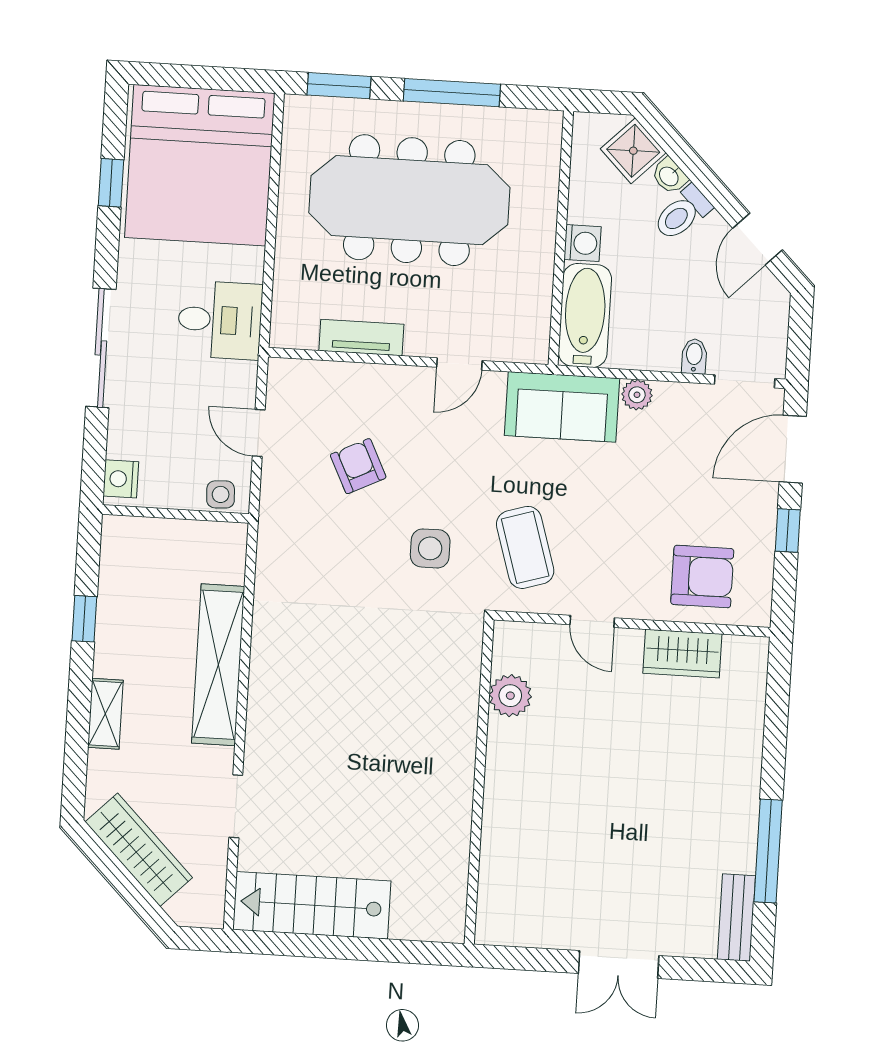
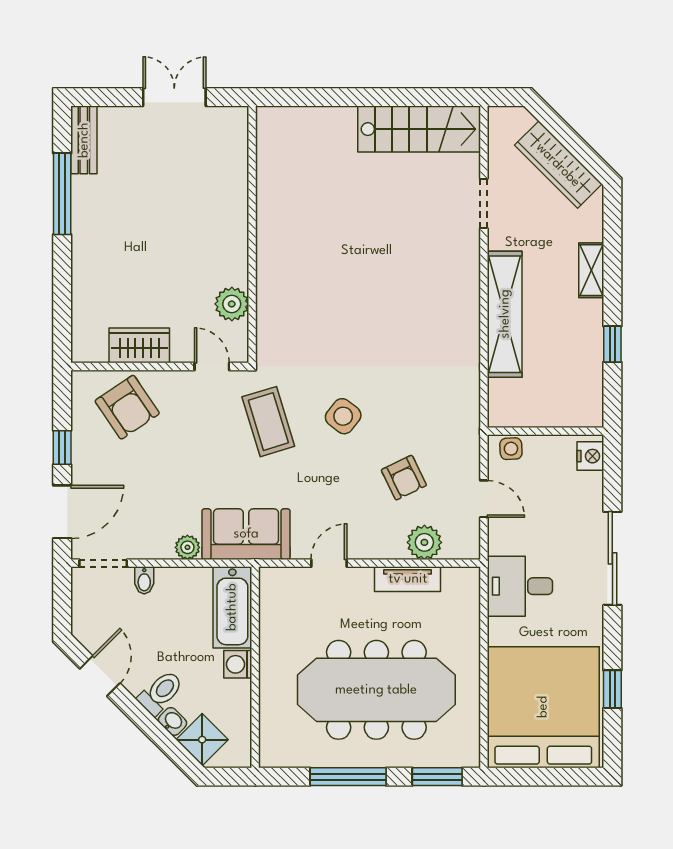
plant: (337, 383) -> (424, 542), added
side table: (430, 548) -> (343, 416), turned 38
armchair: (702, 577) -> (127, 407), turned -124
plant: (510, 696) -> (232, 304), moved
wall: (479, 782) -> (252, 234), moved

